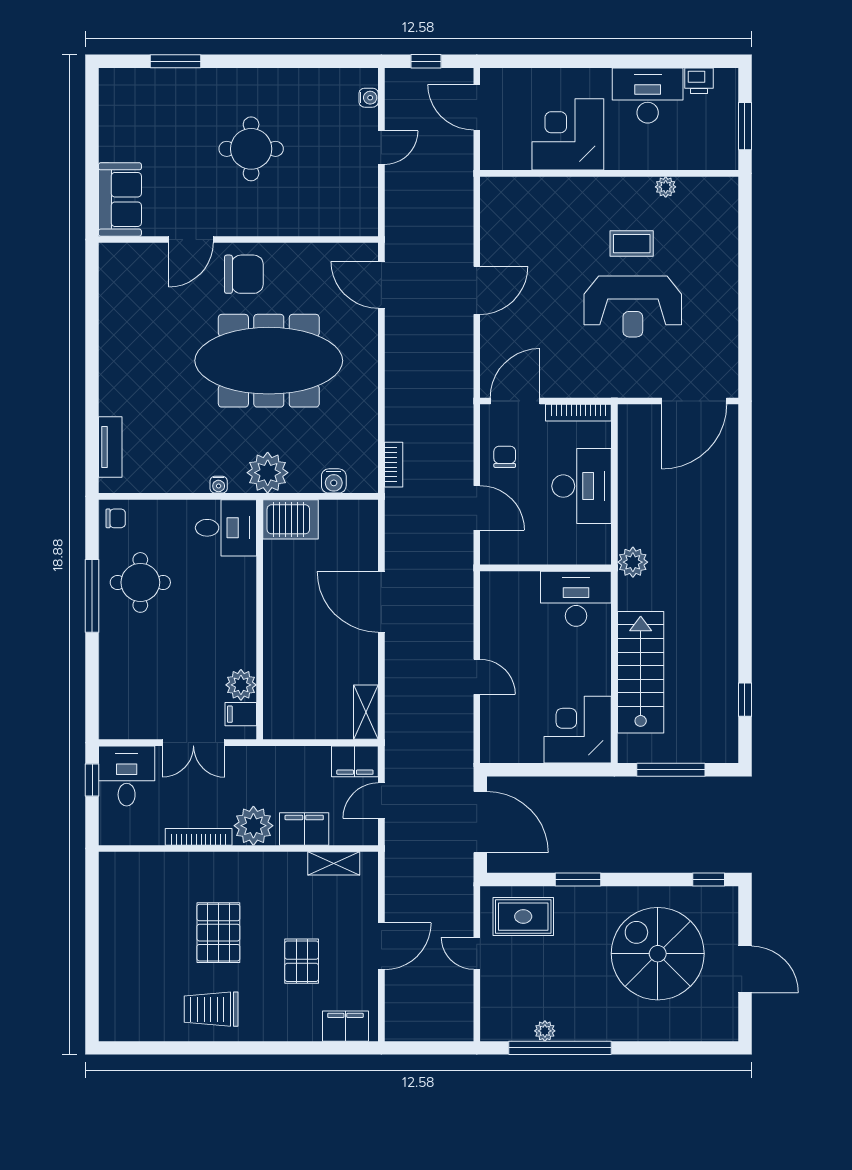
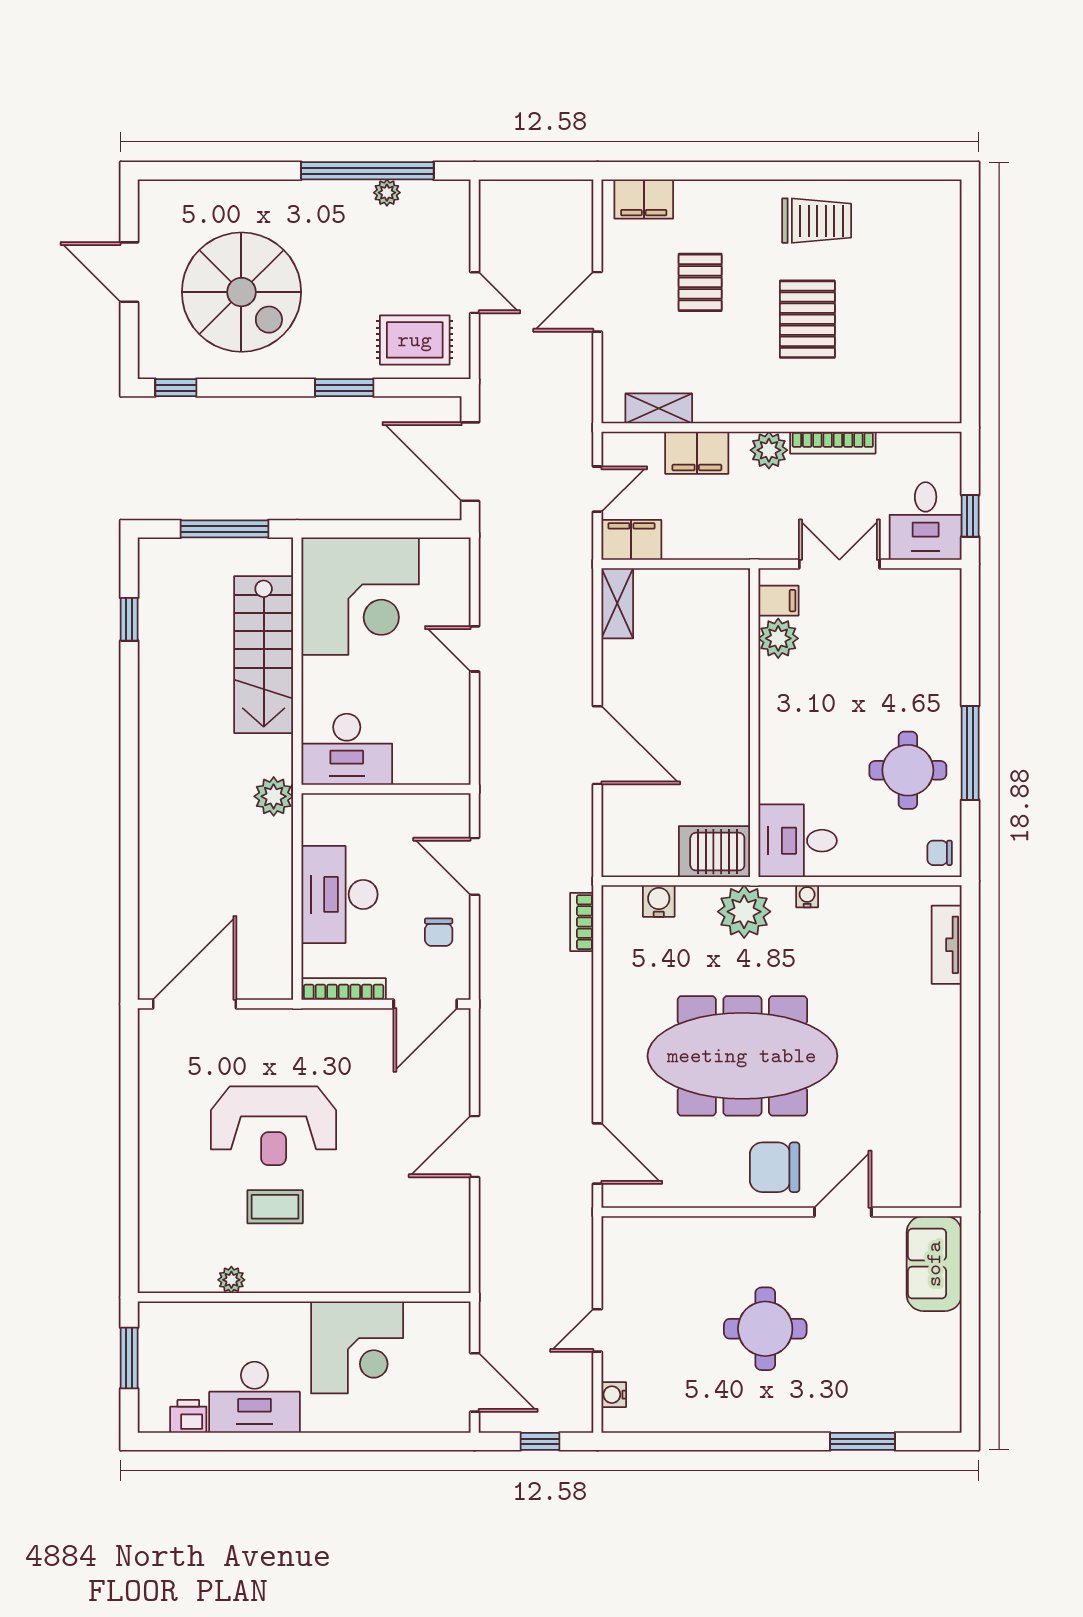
reception desk: (633, 306) -> (274, 1126), turned 180
corner desk: (578, 730) -> (360, 596), width x1.36, depth x1.36
plant: (253, 826) -> (769, 450), width x0.73, depth x0.73

